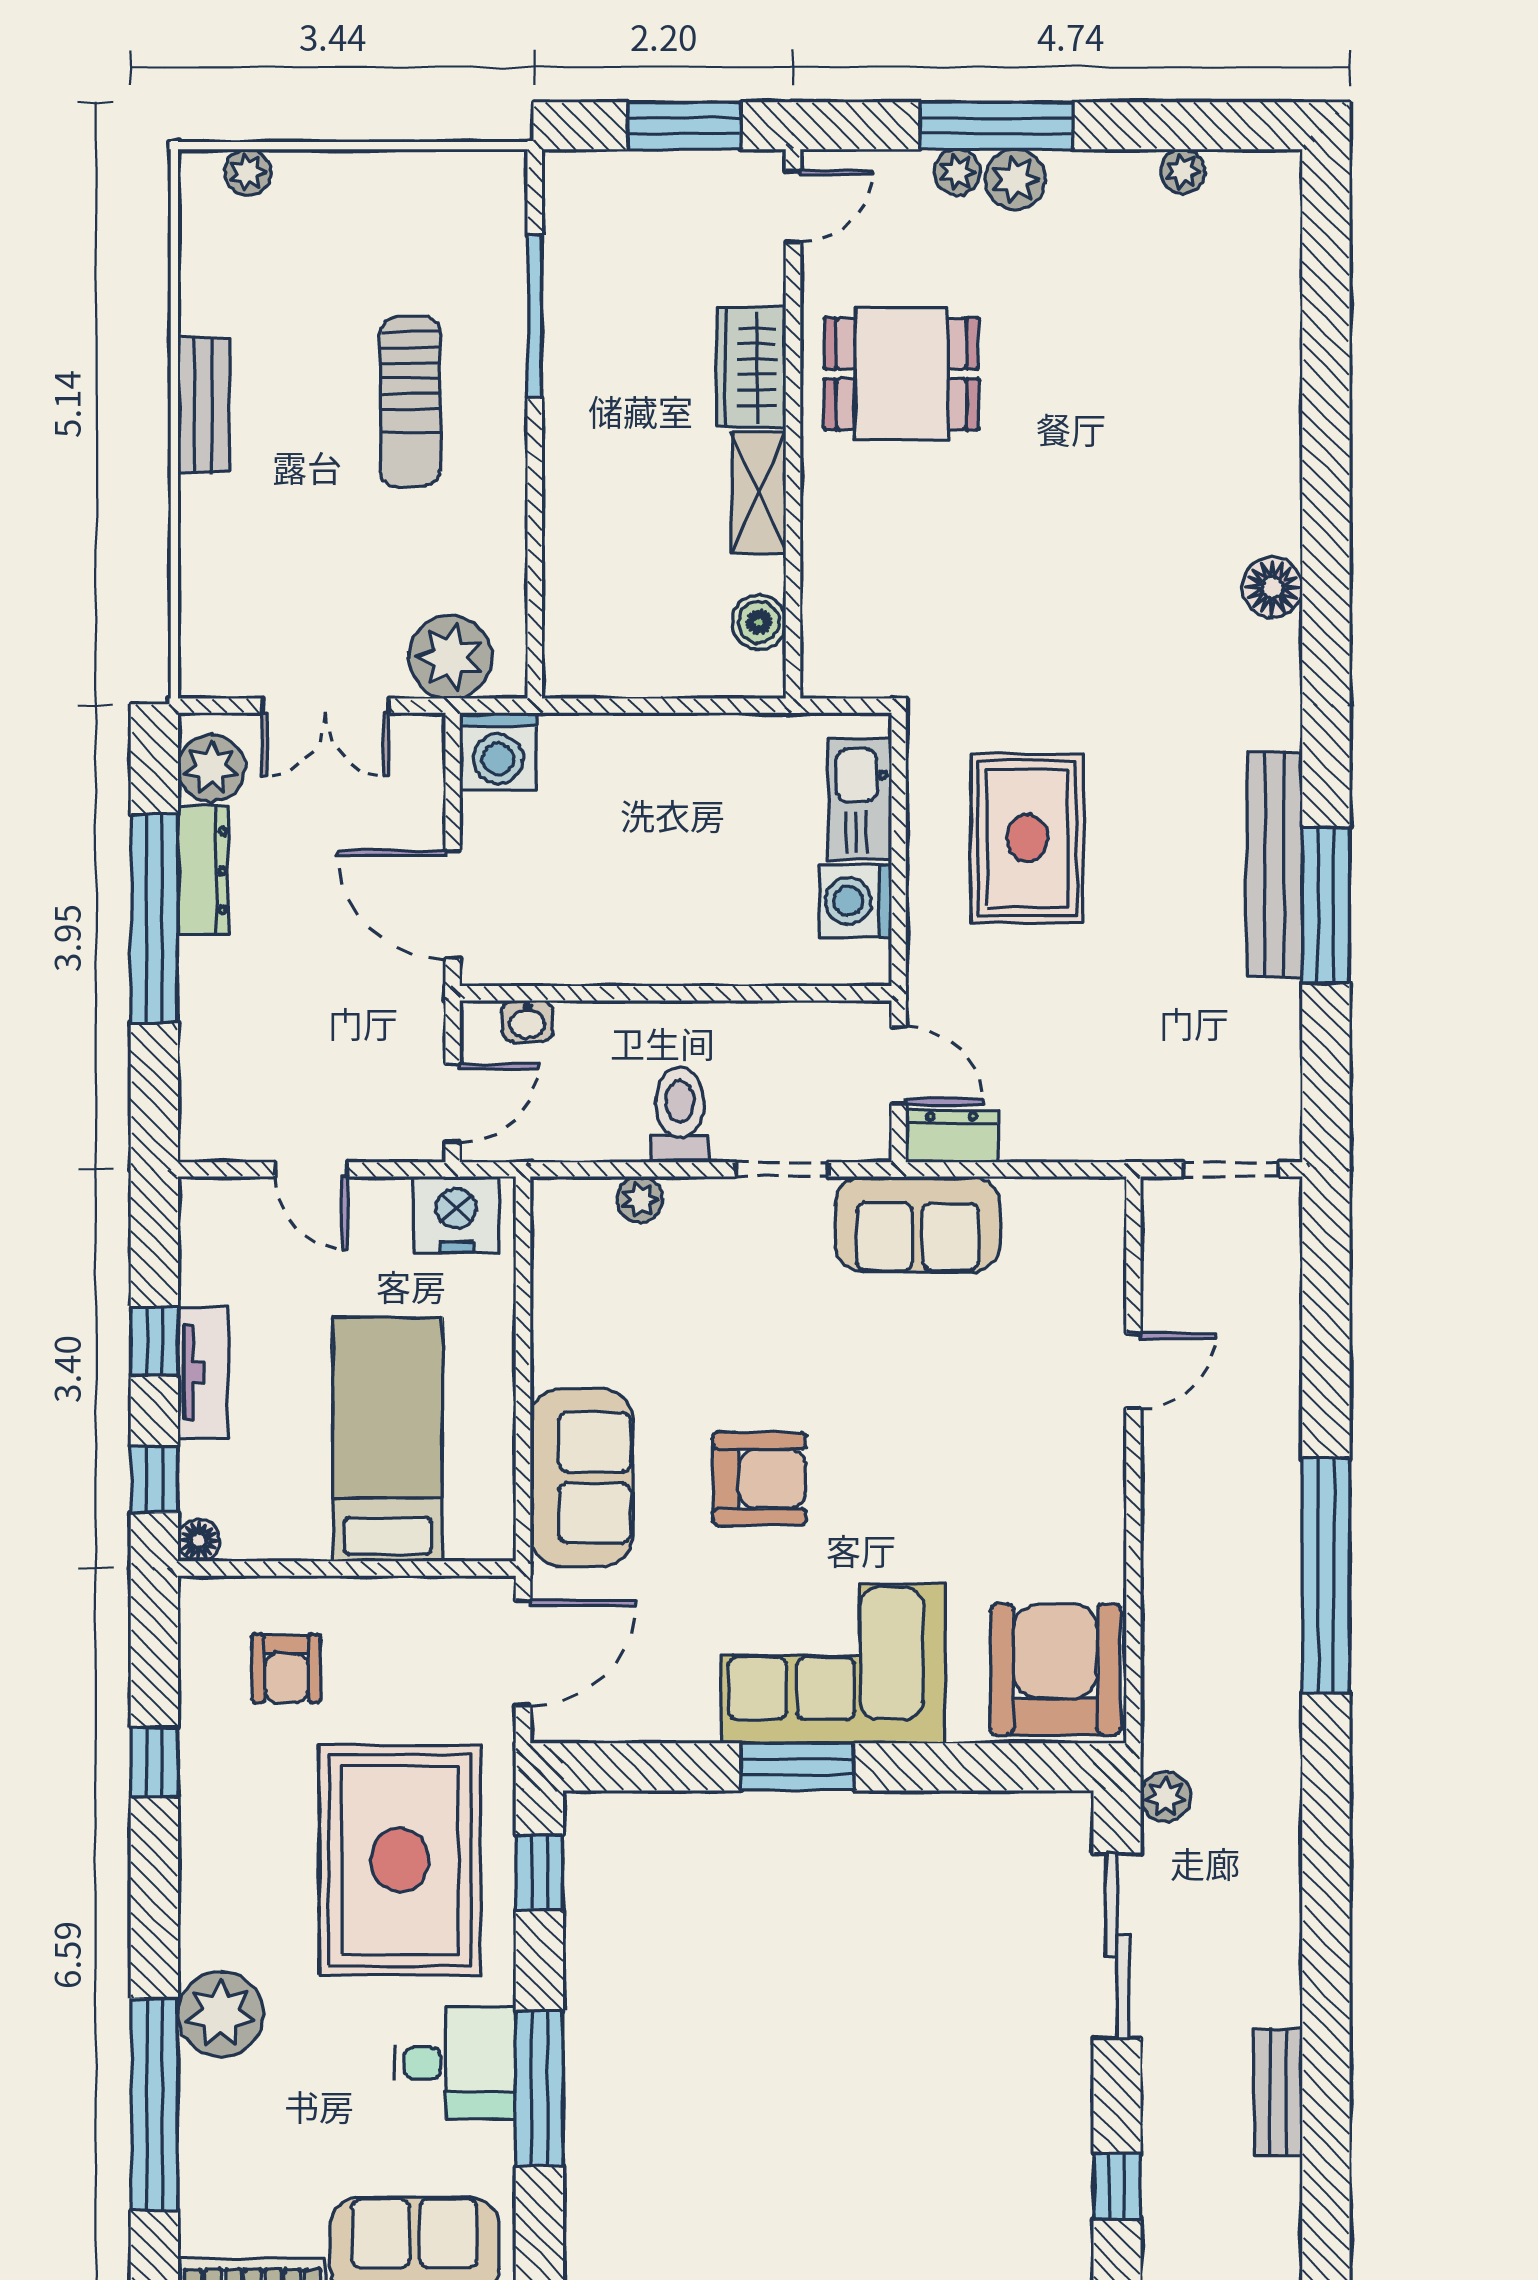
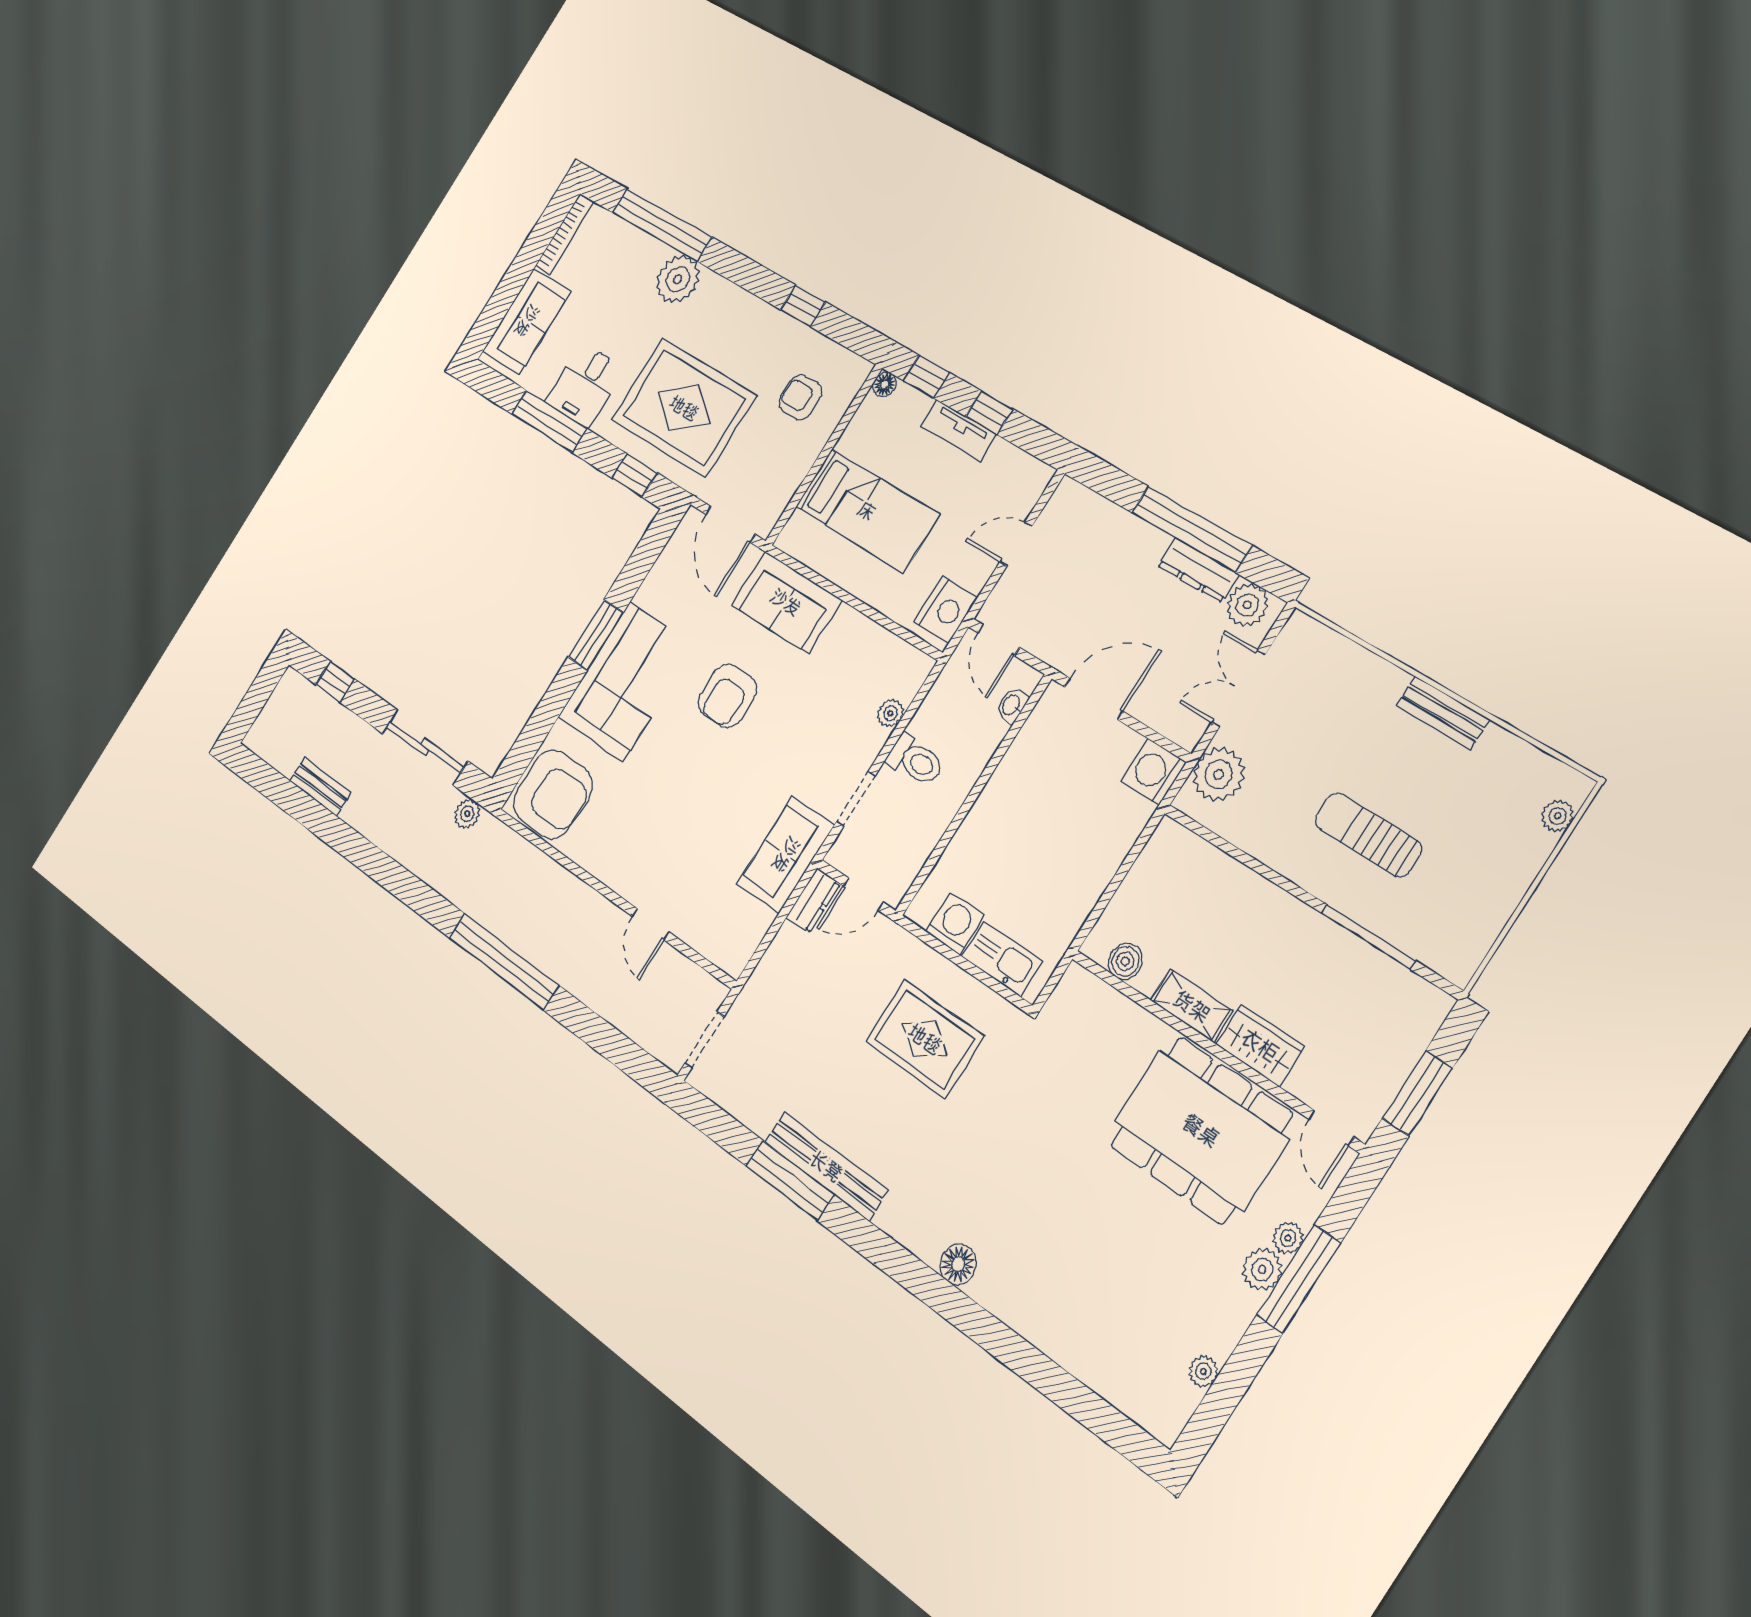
dining table: (901, 374) -> (1201, 1130), width x1.88, depth x1.24

